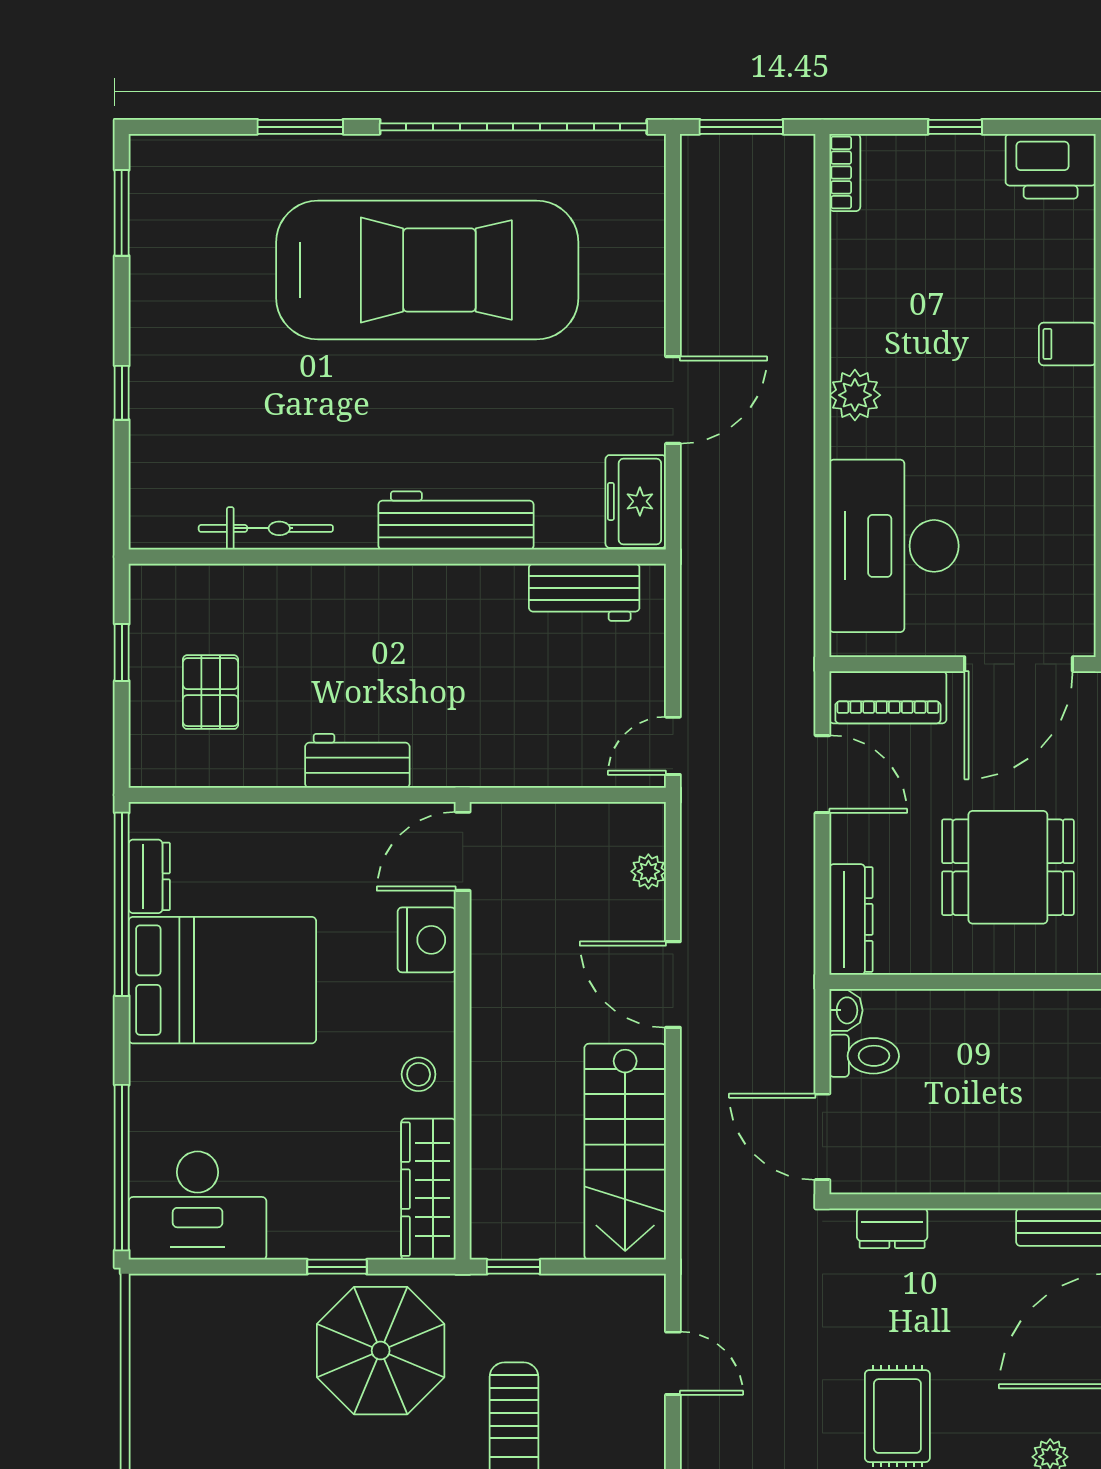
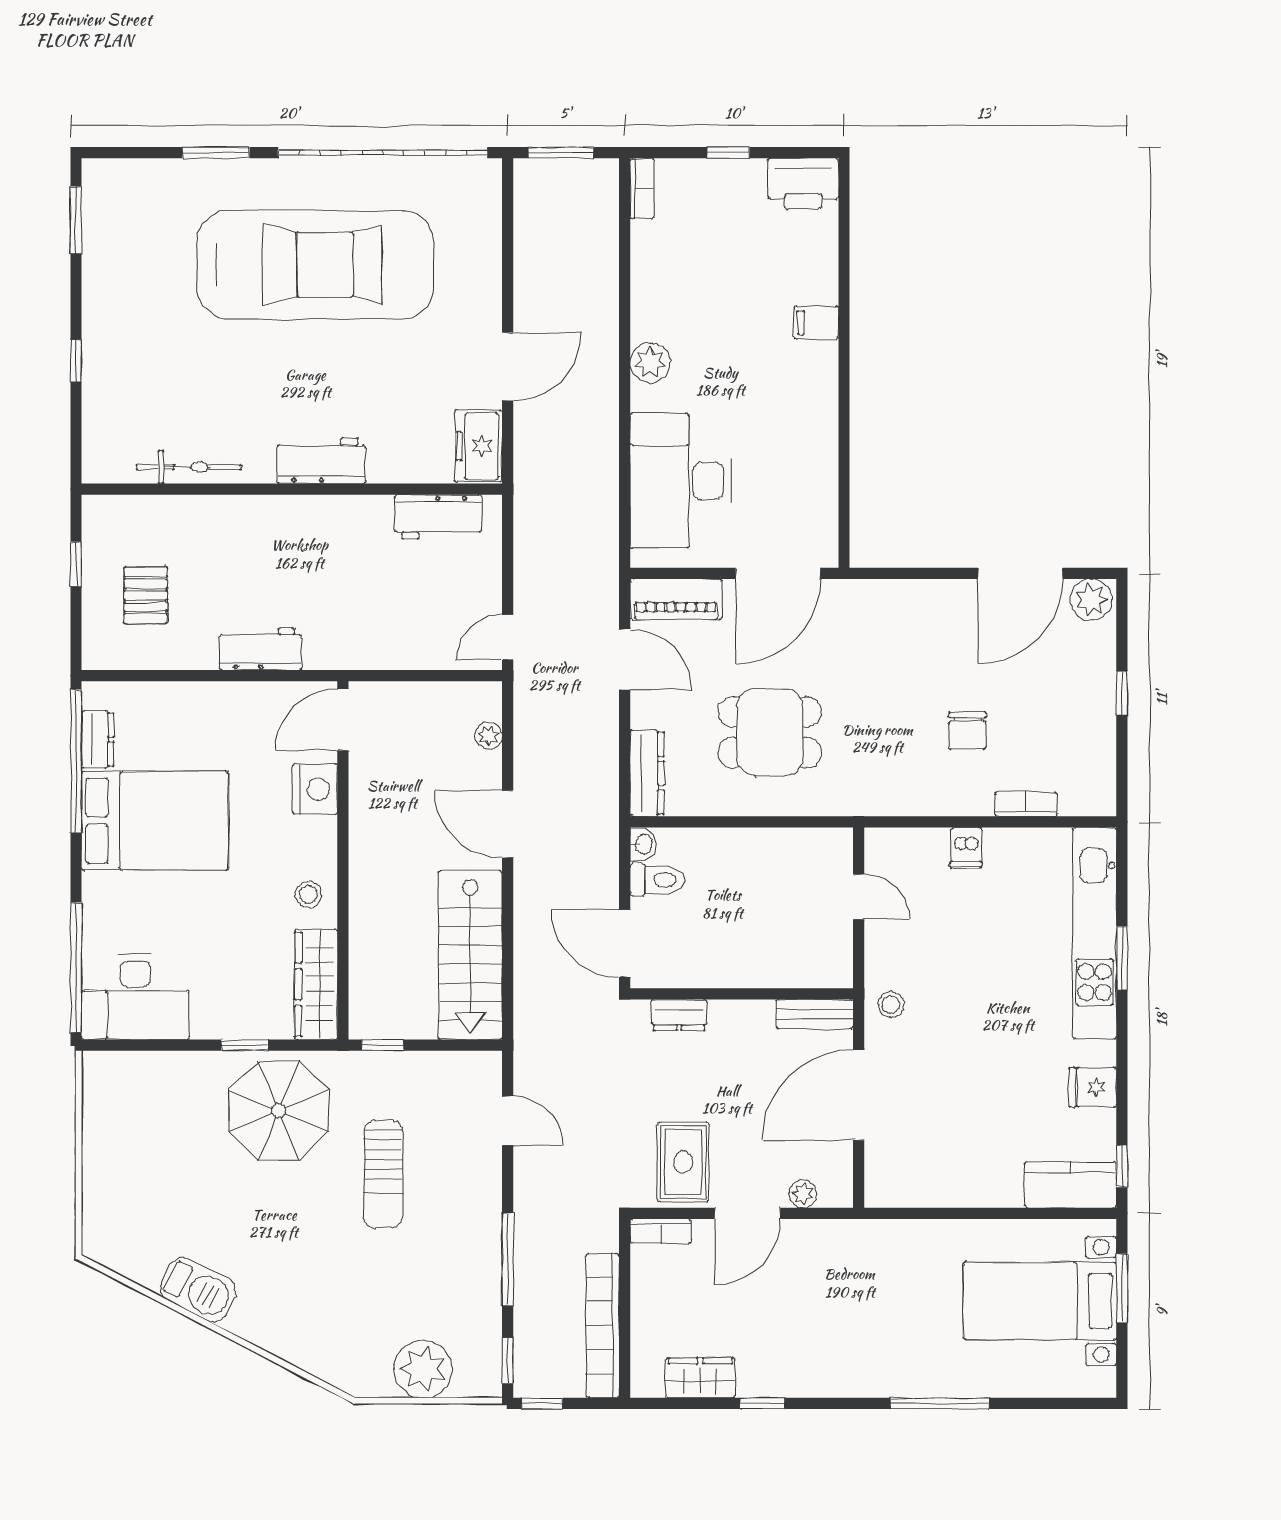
workbench: (456, 520) -> (321, 461), width x0.73

